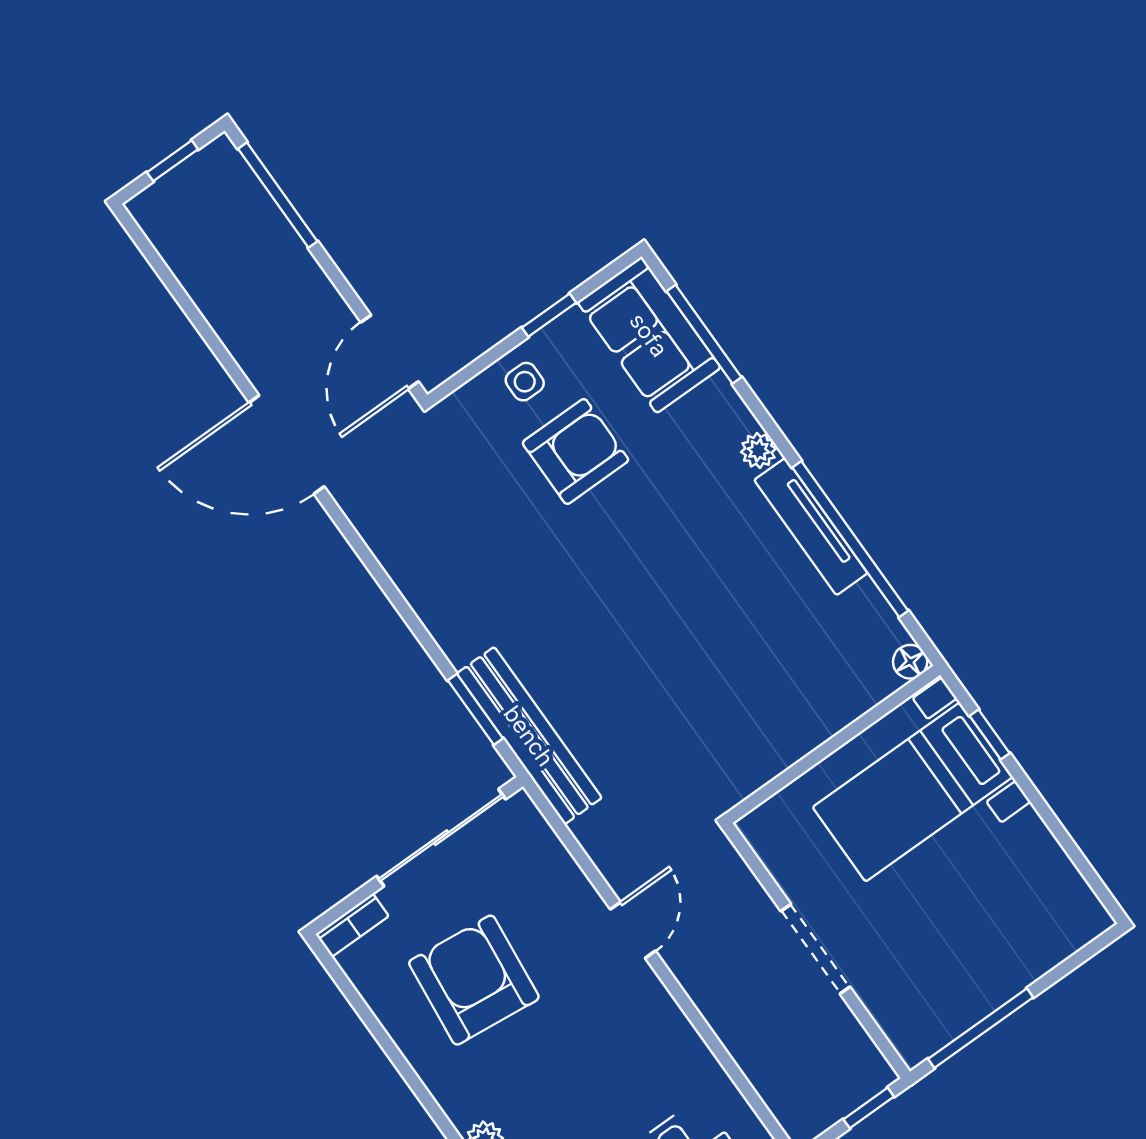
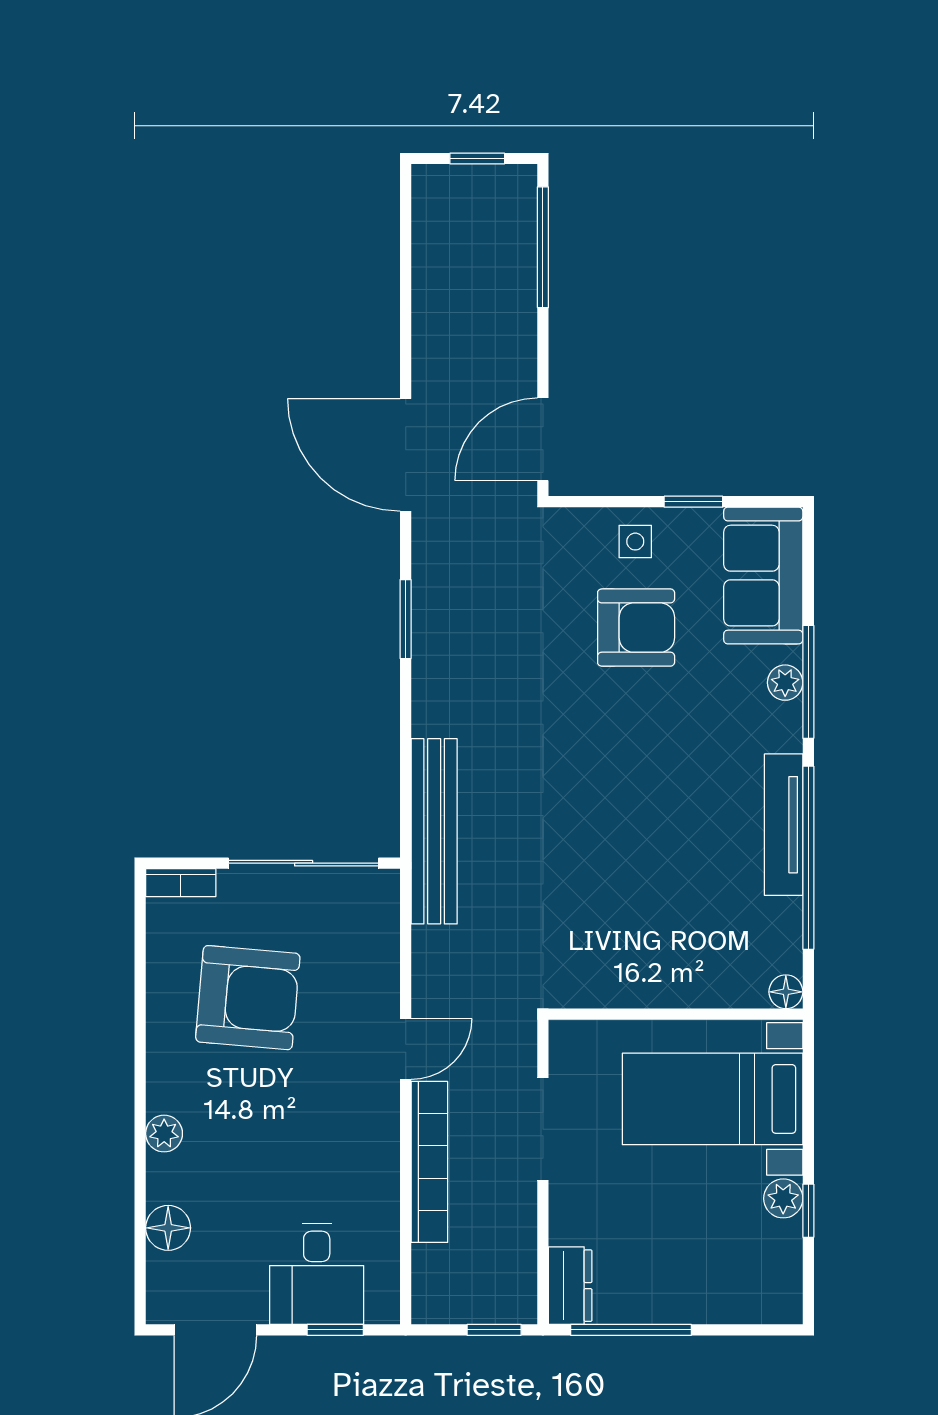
window: (704, 334) -> (808, 682), moved
plant: (758, 450) -> (785, 683), moved
window: (475, 709) -> (406, 619), moved
window: (990, 734) -> (808, 1211), moved
plant: (1028, 832) -> (783, 1198), added
doorway: (815, 949) -> (543, 1129), moved
armchair: (474, 980) -> (248, 998), turned 89
bookcase: (718, 1008) -> (429, 1162), added
dresser: (905, 1027) -> (570, 1286), added

